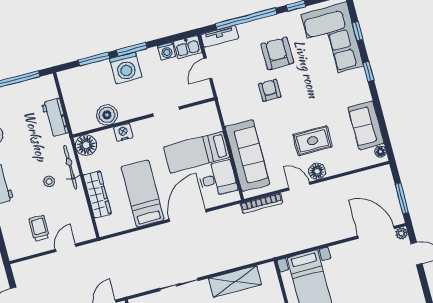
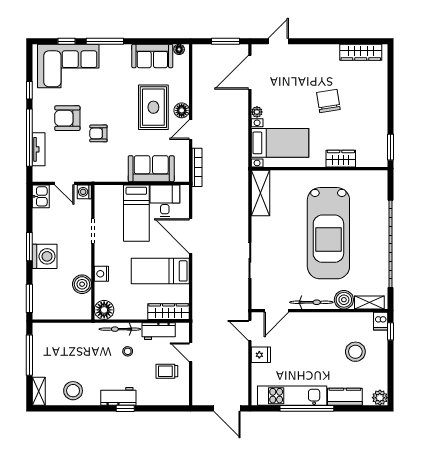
tv unit: (220, 36) -> (39, 149), moved
washing machine: (167, 51) -> (84, 192), moved, turned 180
window: (94, 59) -> (29, 298), moved
window: (368, 71) -> (105, 41), width x2.17
workbench: (55, 118) -> (159, 331), moved
rug: (313, 141) -> (153, 107), width x1.36, depth x1.43
sofa: (247, 156) -> (151, 169), width x0.73
wardrobe: (97, 194) -> (168, 312), moved
plant: (402, 233) -> (257, 112), moved
shelving: (235, 282) -> (261, 193), moved

